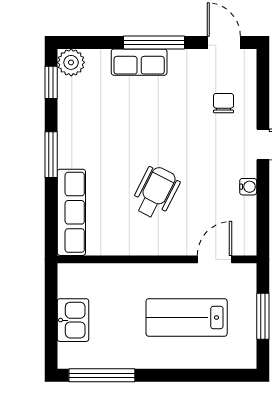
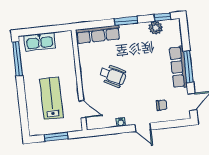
plant: (71, 62) -> (156, 28), moved
row of seats: (139, 62) -> (178, 67), width x1.48
kitchen sink: (73, 320) -> (40, 42), width x1.38

